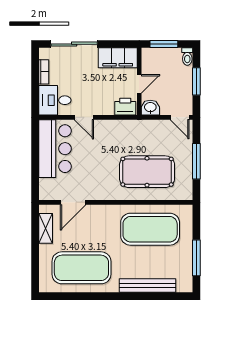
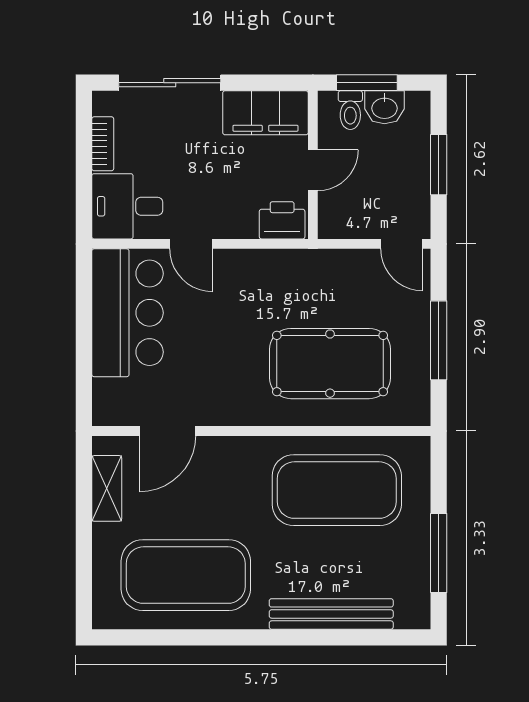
toilet: (187, 57) -> (350, 110), moved
washbasin: (150, 108) -> (384, 107), moved, turned 180

